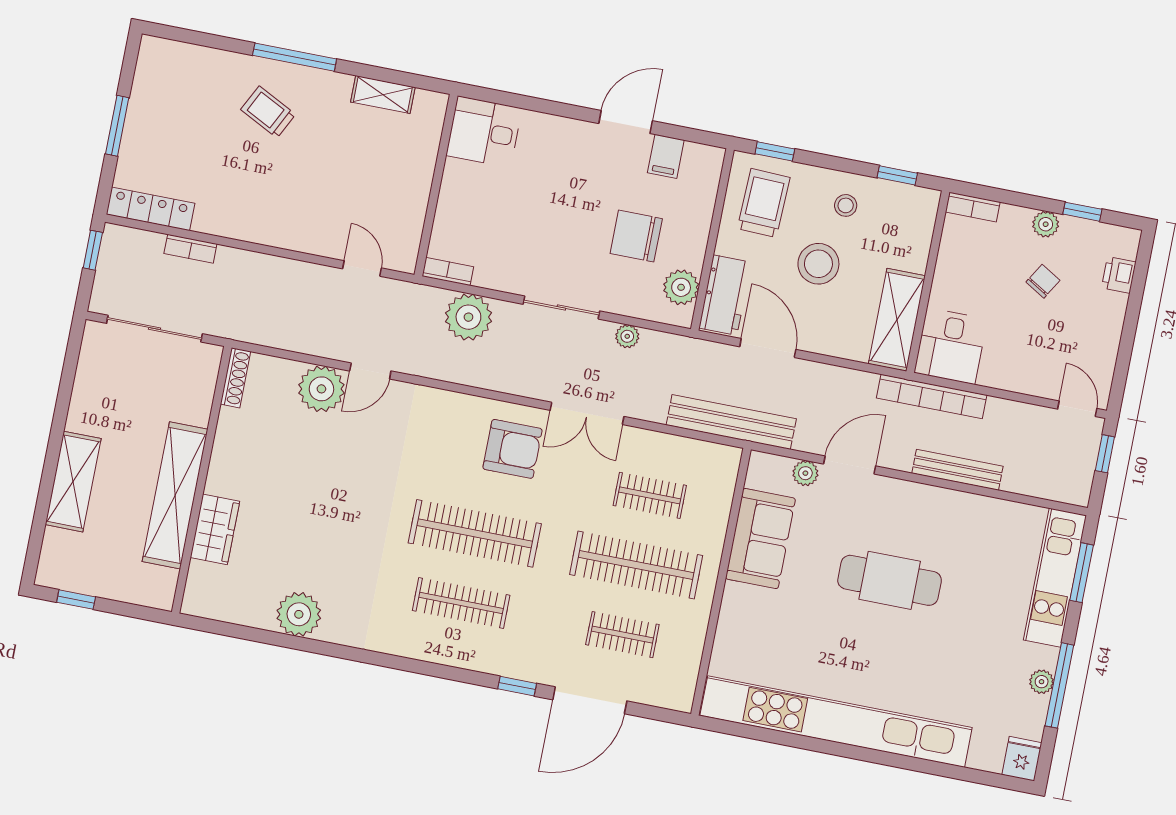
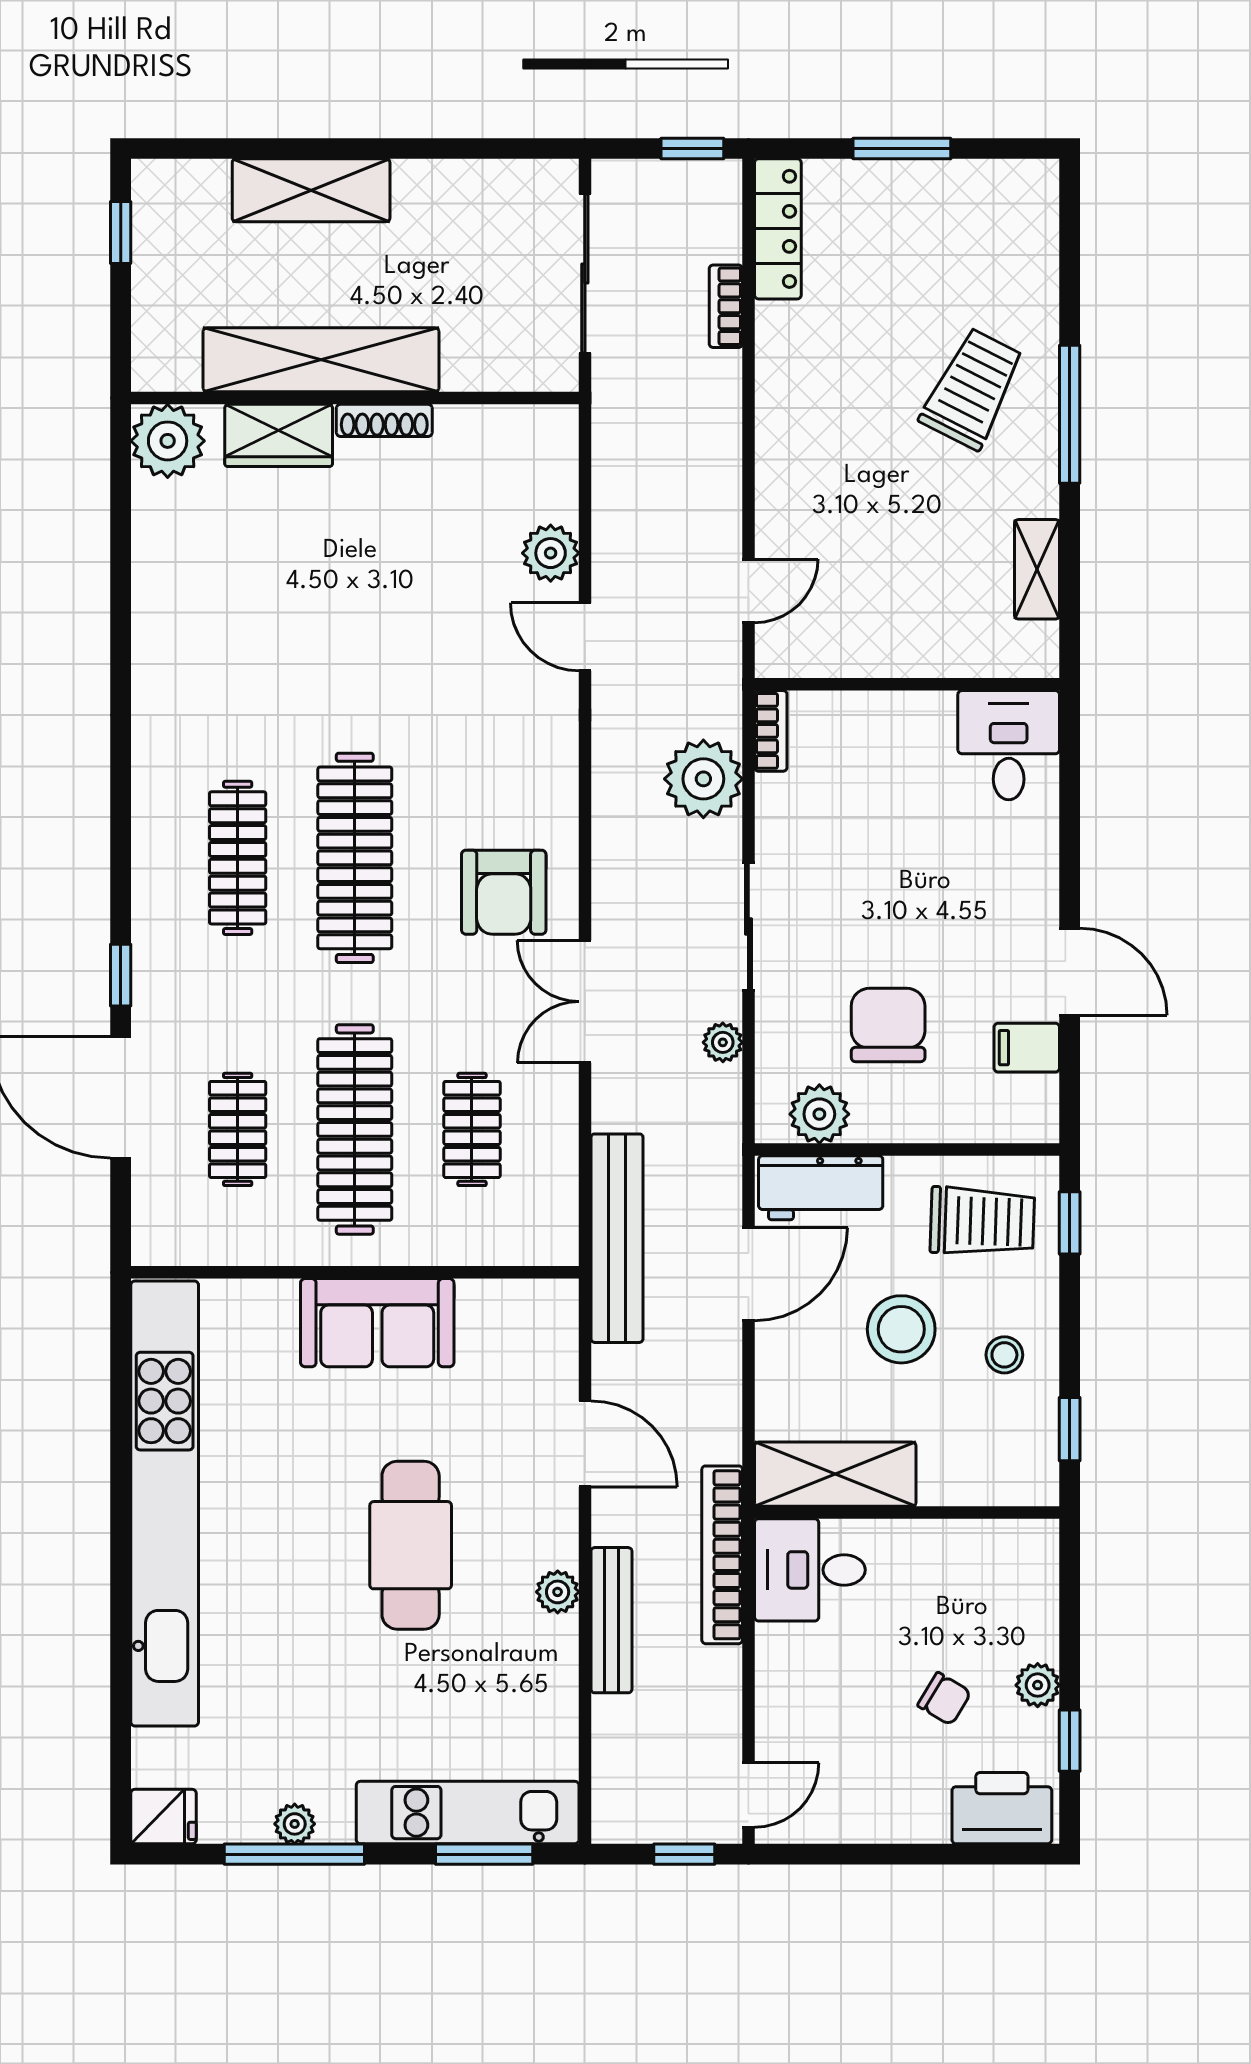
trolley: (268, 112) -> (972, 389), width x1.36, depth x1.39
bookcase: (973, 207) -> (1042, 1562), removed
printer: (1119, 275) -> (1002, 1808), width x1.87, depth x1.48
shoe rack: (235, 378) -> (384, 420), moved
plant: (321, 389) -> (551, 553), width x0.73, depth x0.73
plant: (805, 473) -> (558, 1592), moved
sofa: (760, 539) -> (377, 1323), moved
plant: (299, 614) -> (168, 441), moved

